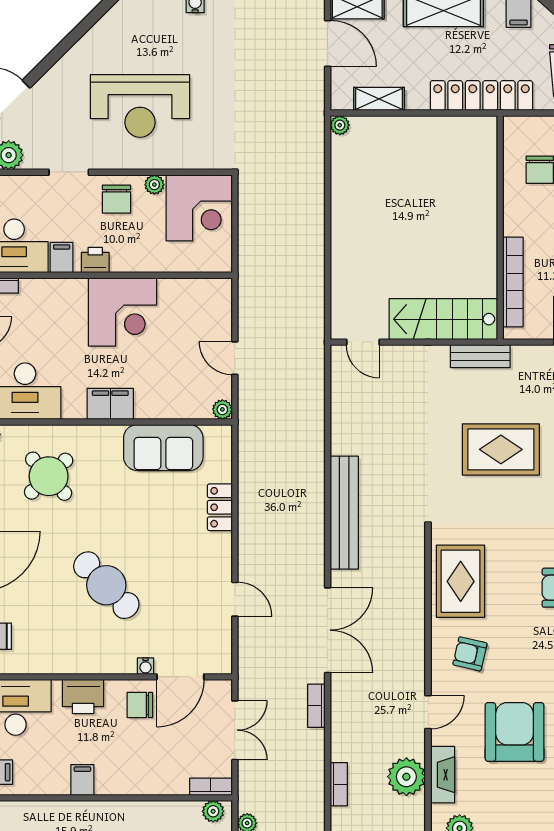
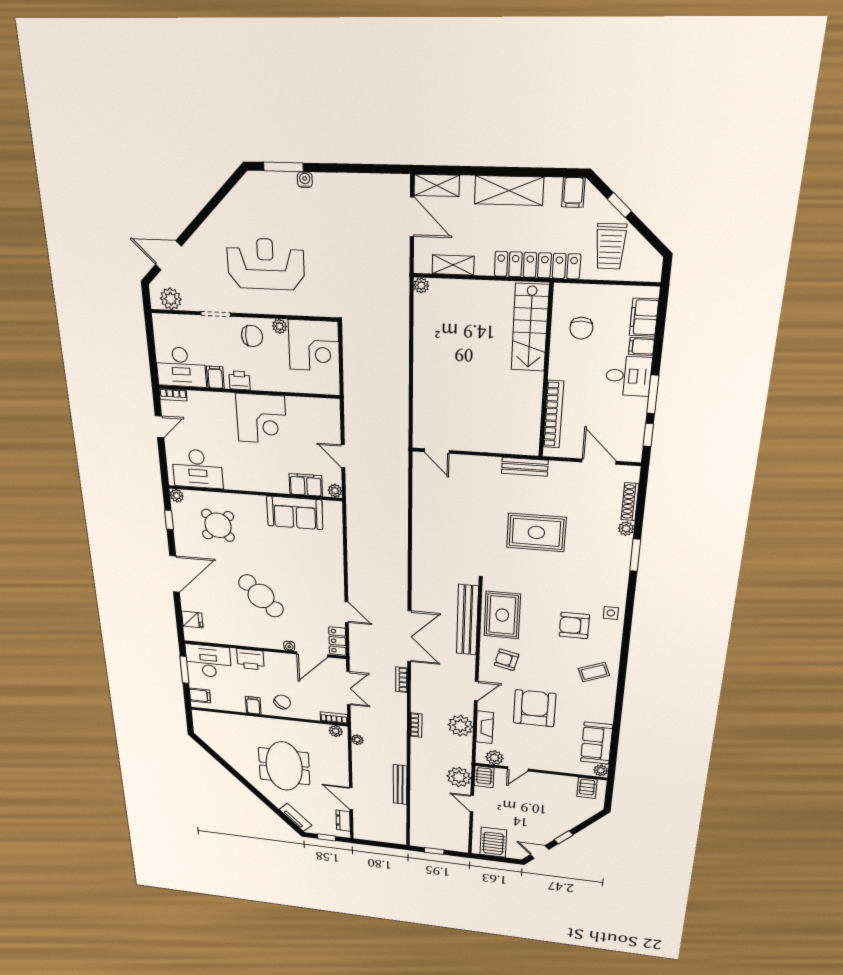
reception desk: (140, 106) -> (266, 264), turned 180
chair: (116, 199) -> (252, 336), turned -90
stairs: (443, 319) -> (530, 328), moved, turned -90
filing cabinet: (110, 404) -> (306, 485), moved
locker: (220, 507) -> (337, 641), moved
bench: (344, 513) -> (467, 620), moved
chair: (140, 705) -> (282, 702), moved, turned 129

